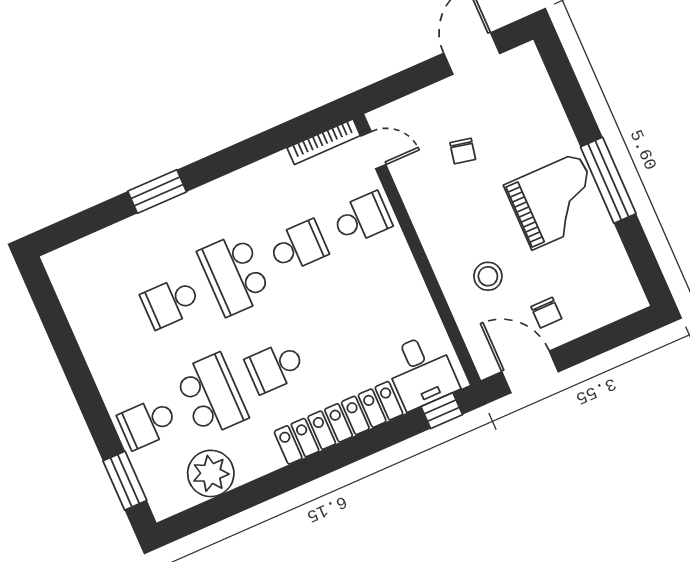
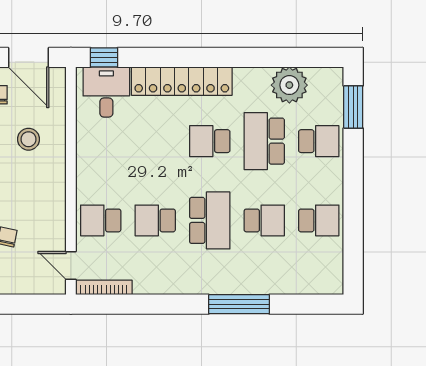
window: (157, 191) -> (239, 304), width x1.44
school desk: (107, 330) -> (319, 220), added
school desk: (275, 367) -> (210, 141), turned 180

